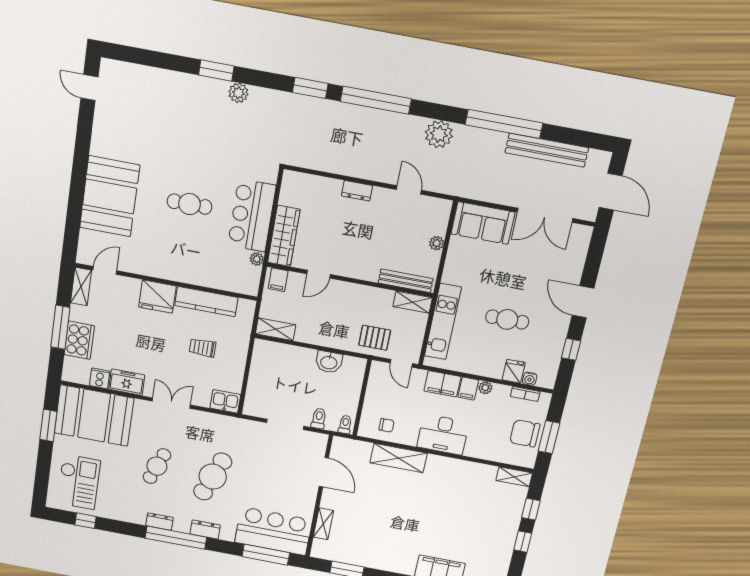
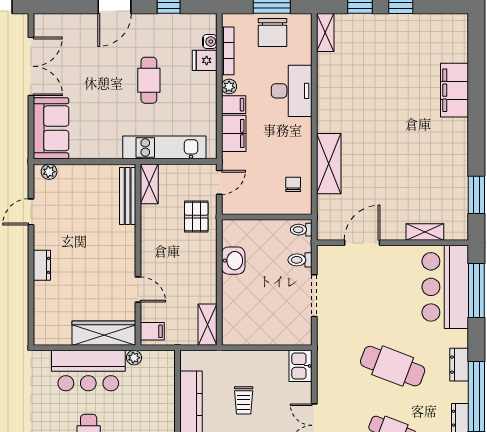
plant: (437, 243) -> (49, 172), moved
bookcase: (525, 394) -> (228, 51), width x1.56
desk: (443, 435) -> (292, 91), moved

